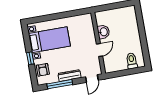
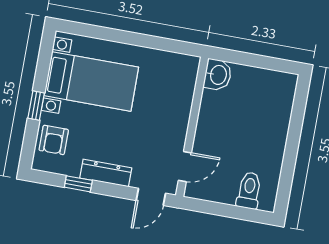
washbasin: (103, 32) -> (218, 75), moved
door: (99, 50) -> (185, 167), moved
window: (60, 84) -> (78, 184), width x0.46

